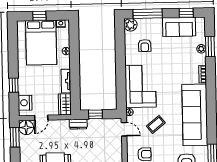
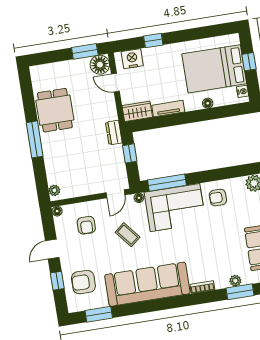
armchair: (145, 46) -> (218, 198), moved
window: (121, 90) -> (167, 183), added

